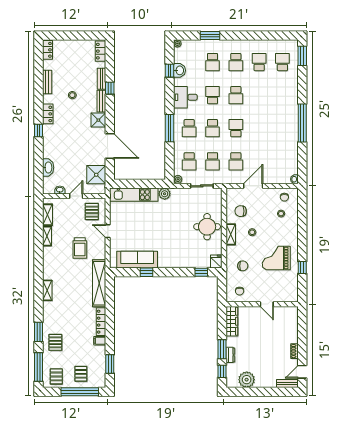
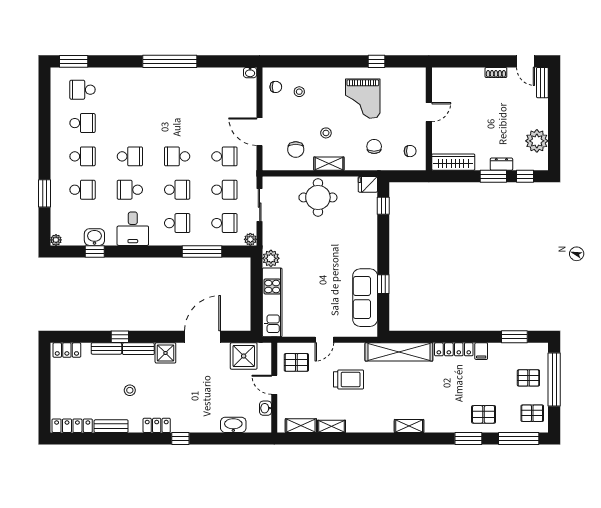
locker: (48, 50) -> (72, 426), width x1.53
school desk: (259, 62) -> (83, 123), turned 180
window: (169, 128) -> (202, 251), moved

